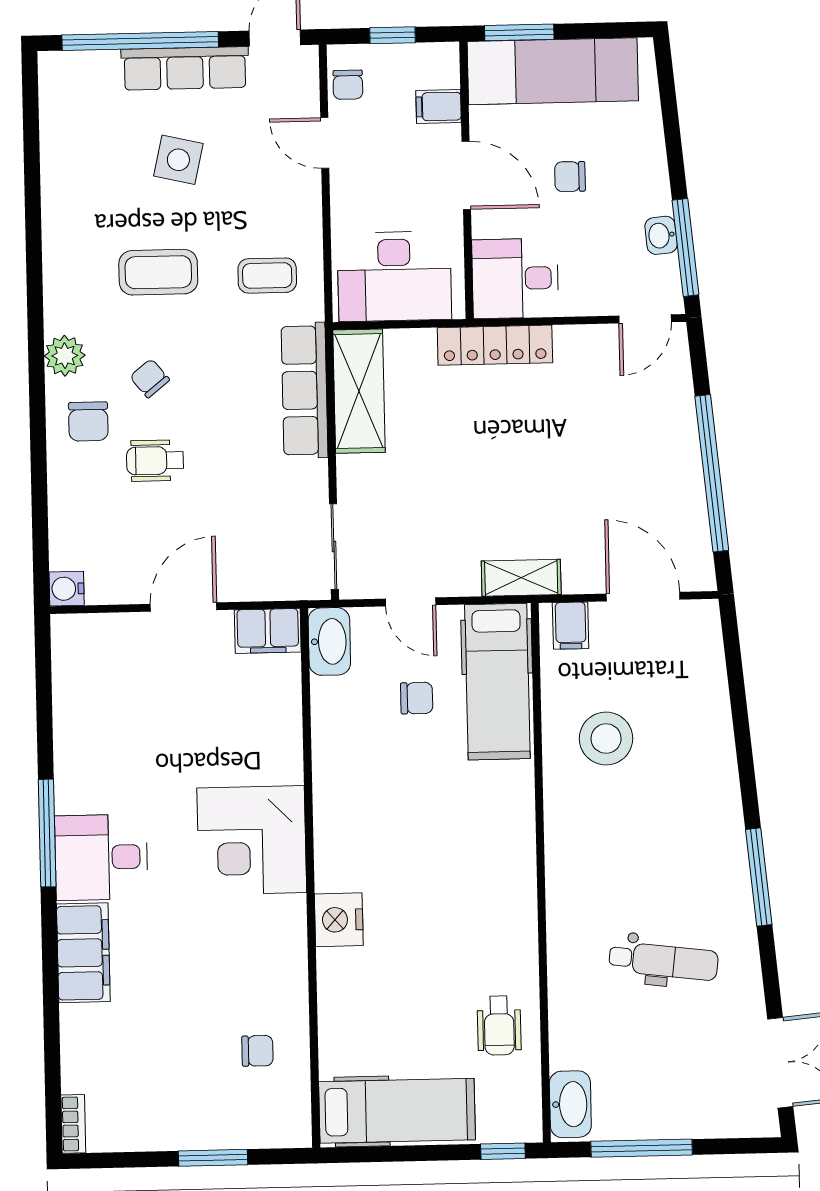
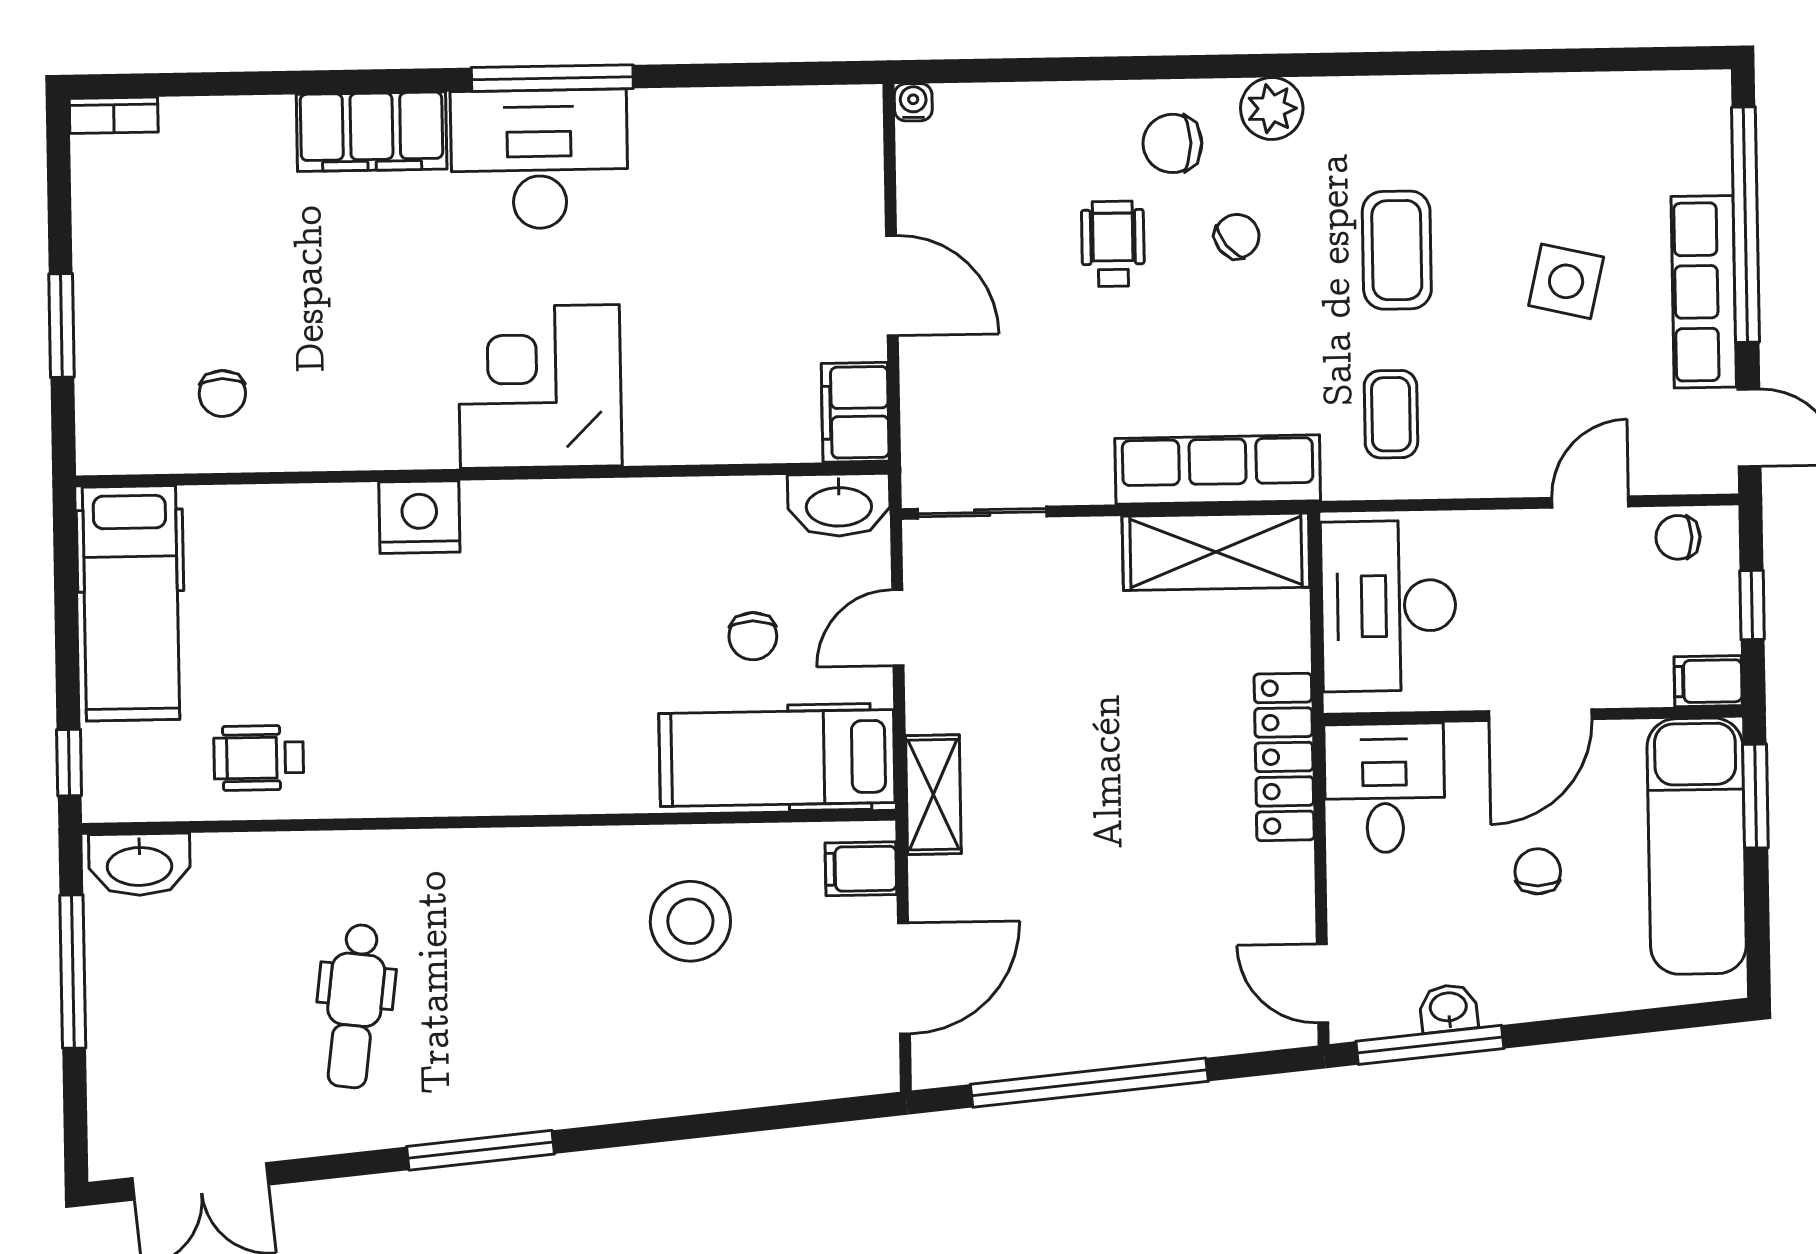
filing cabinet: (439, 106) -> (1708, 681), moved, turned -90
water cooler: (67, 589) -> (913, 102), width x0.72, depth x0.72
desk: (101, 857) -> (539, 159), width x1.37

